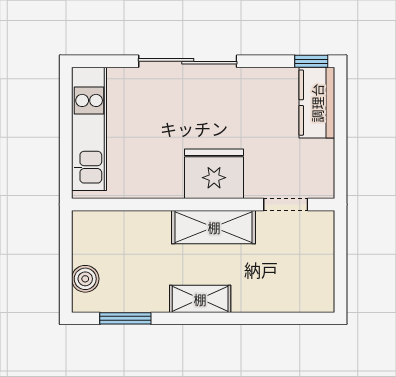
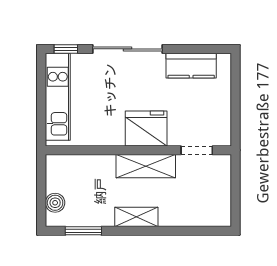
window: (311, 61) -> (66, 49), moved
kitchen counter: (317, 103) -> (191, 66), moved, turned -90

